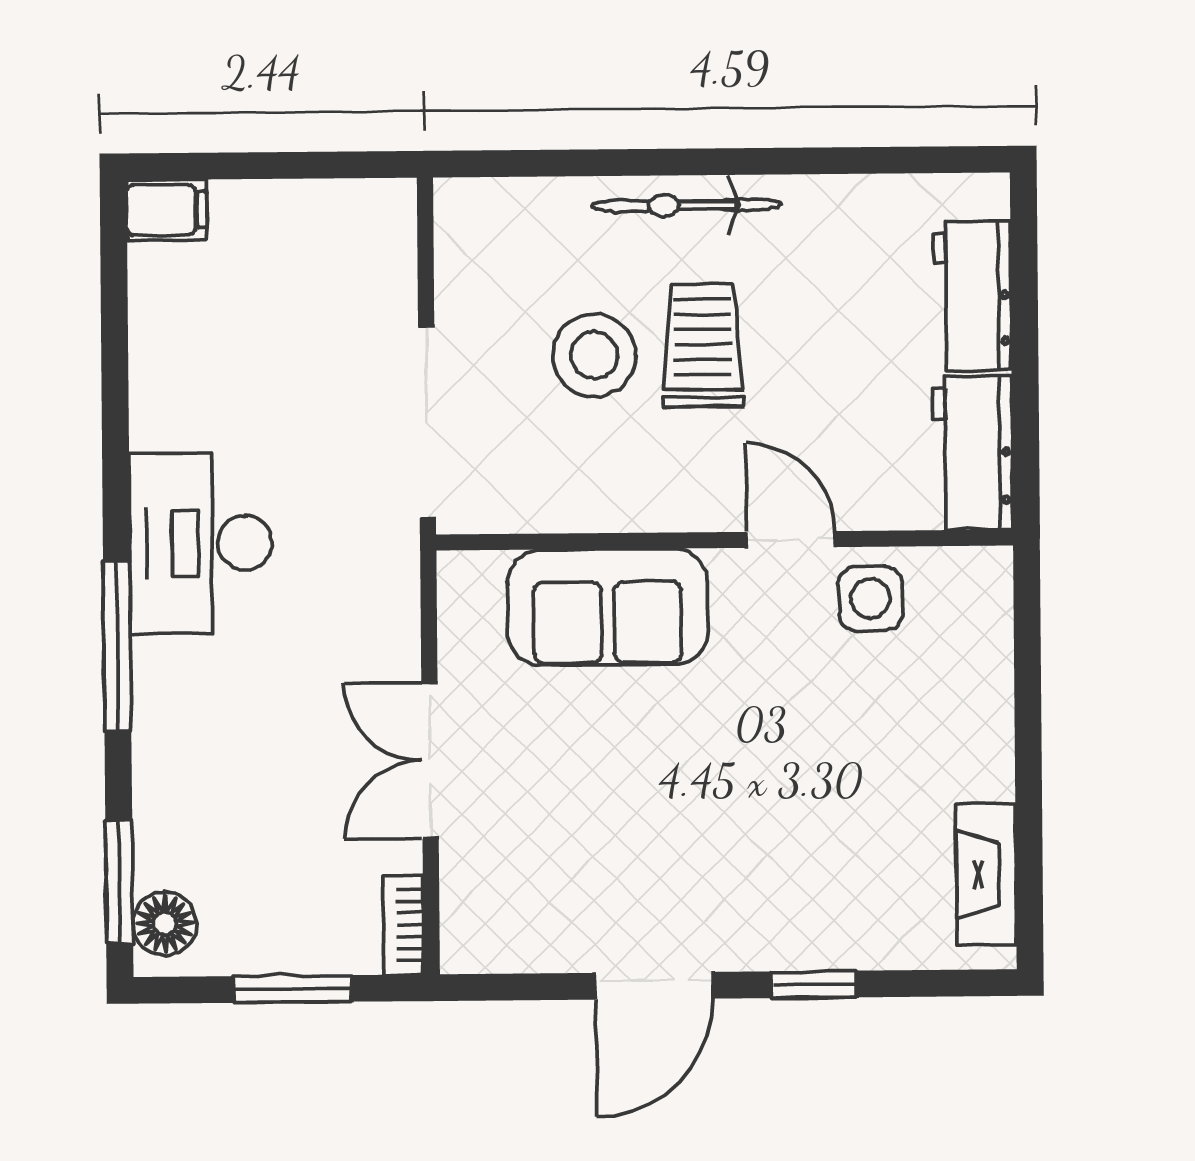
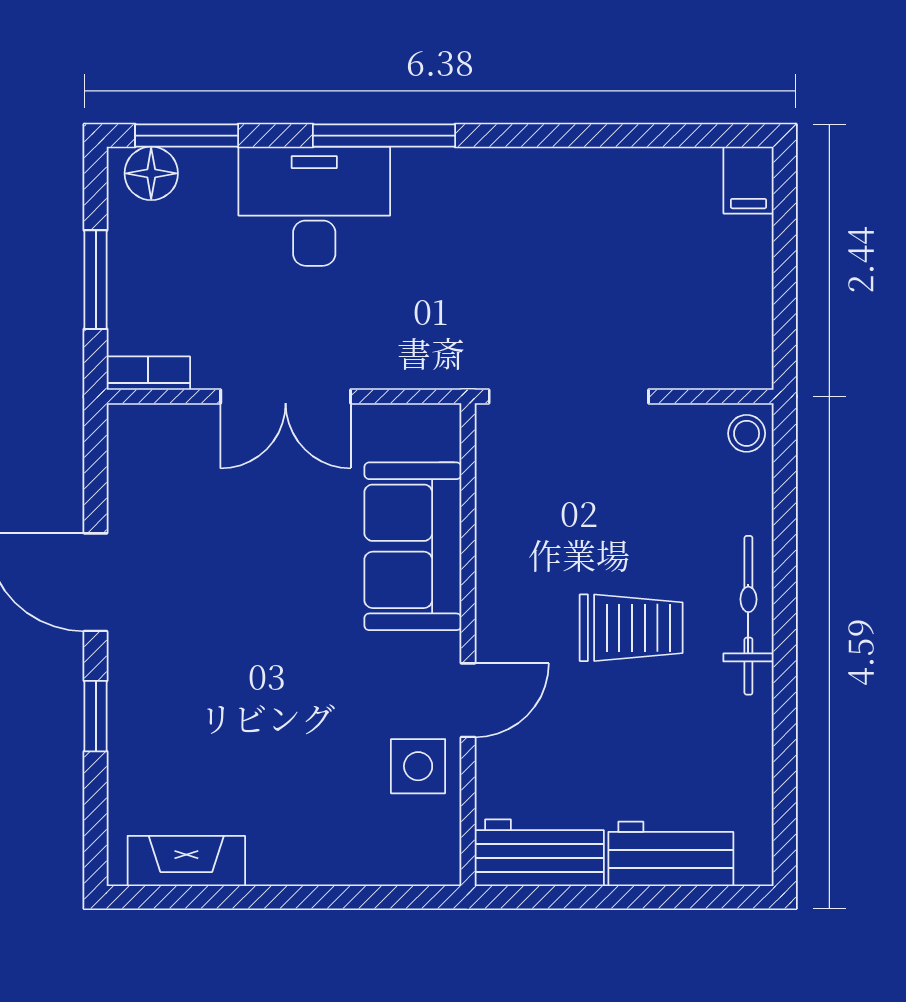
stool: (594, 355) -> (747, 433), moved, width x0.53, depth x0.53
desk: (201, 543) -> (314, 206), moved
double door: (430, 761) -> (286, 396), swing flipped

